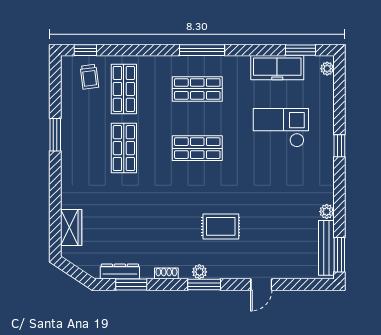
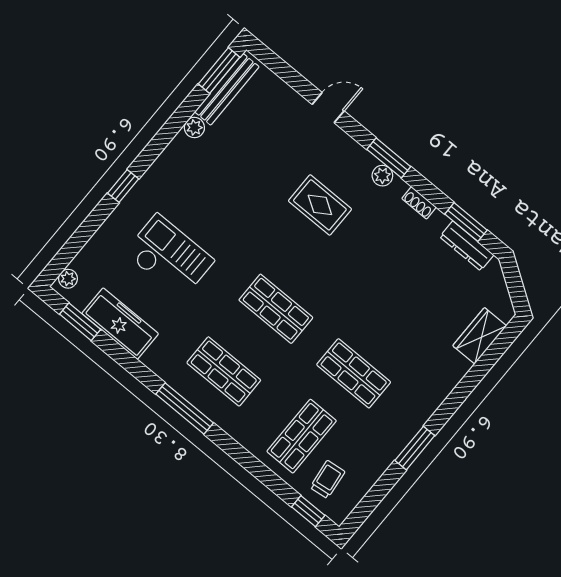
checkout: (281, 128) -> (169, 257), turned 180
shop shelf: (124, 148) -> (354, 373), turned 90

